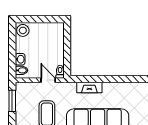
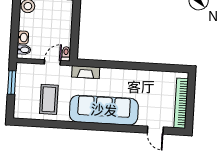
door: (48, 80) -> (52, 62), hinge flipped
fireplace: (89, 87) -> (86, 72), moved

